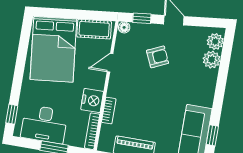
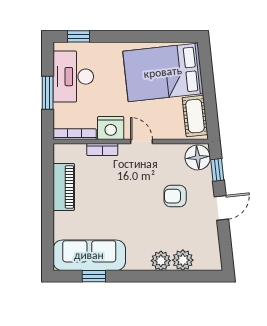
floor lamp: (124, 27) -> (198, 157), width x1.89, depth x1.89
plant: (215, 42) -> (161, 261), moved
armchair: (158, 57) -> (175, 196), turned 114
door: (110, 63) -> (141, 142), moved

